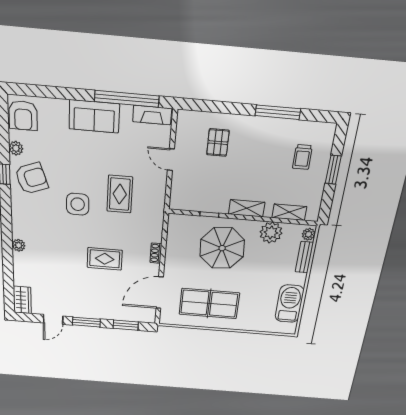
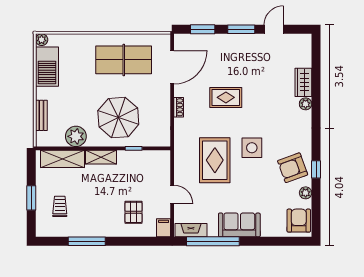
filing cabinet: (184, 121) -> (164, 228), added
rug: (120, 194) -> (215, 160), width x1.36, depth x1.43
shelving: (289, 212) -> (63, 159), width x1.50, depth x1.33
plant: (309, 234) -> (42, 40), moved
wardrobe: (22, 300) -> (303, 82), moved

